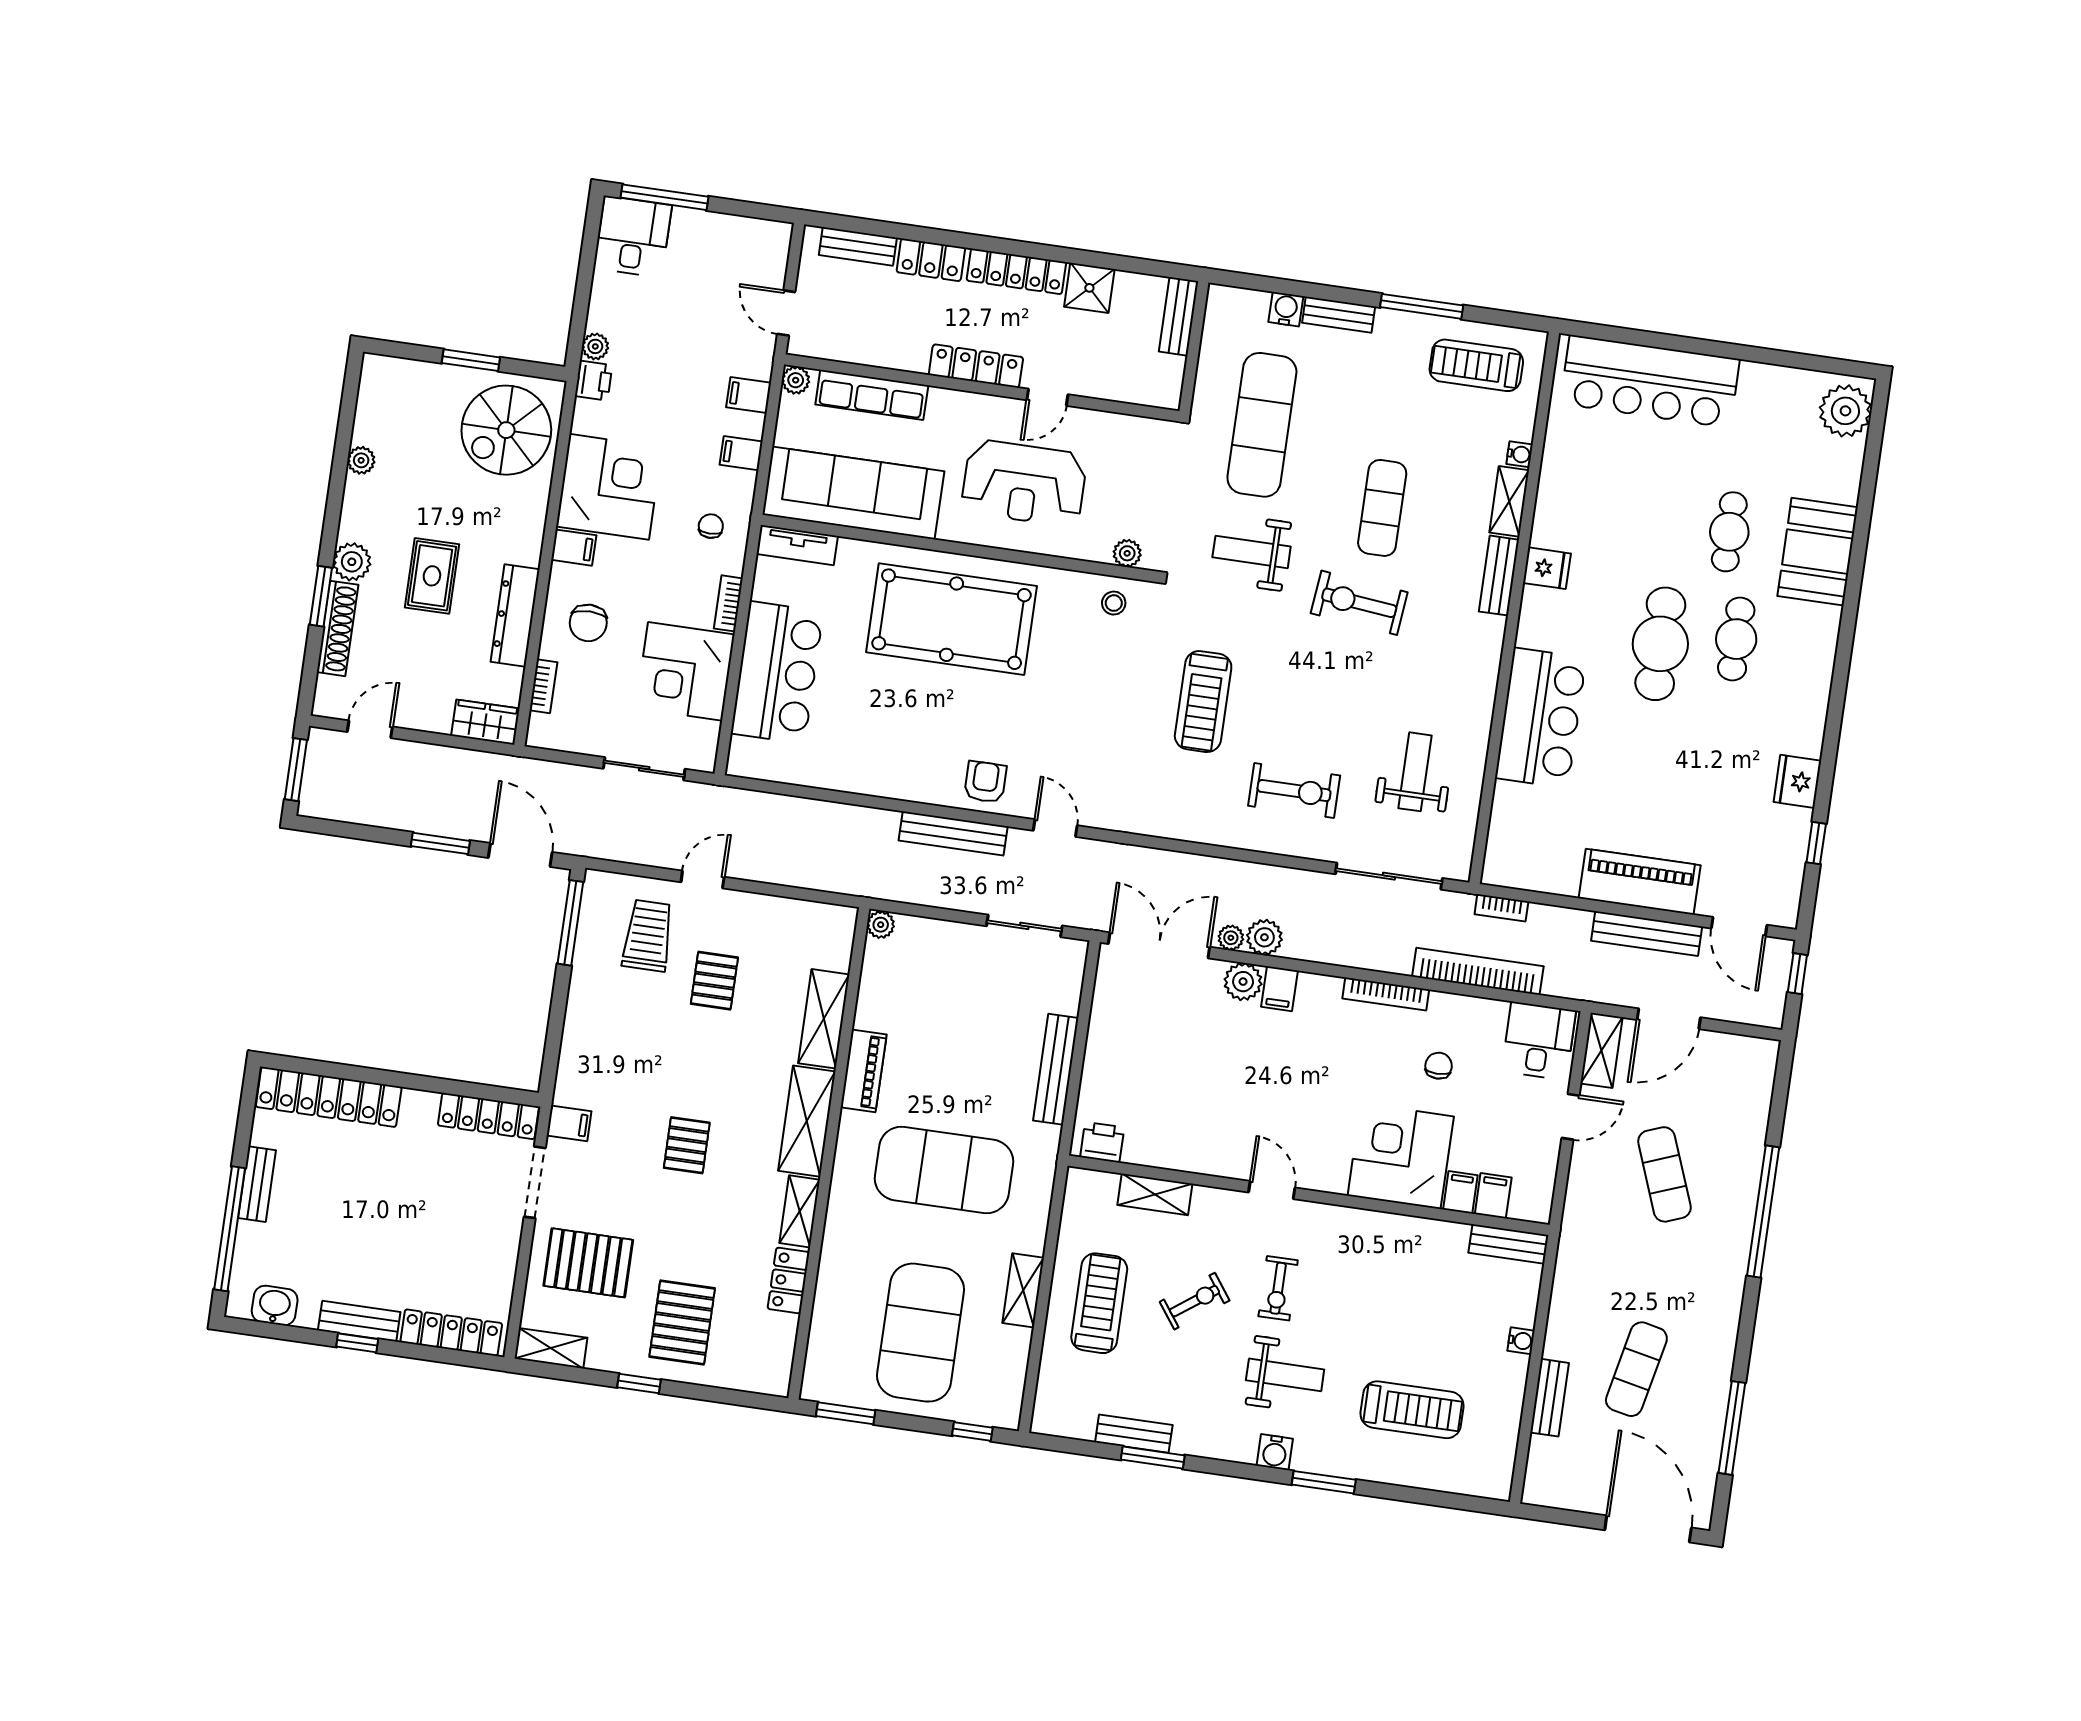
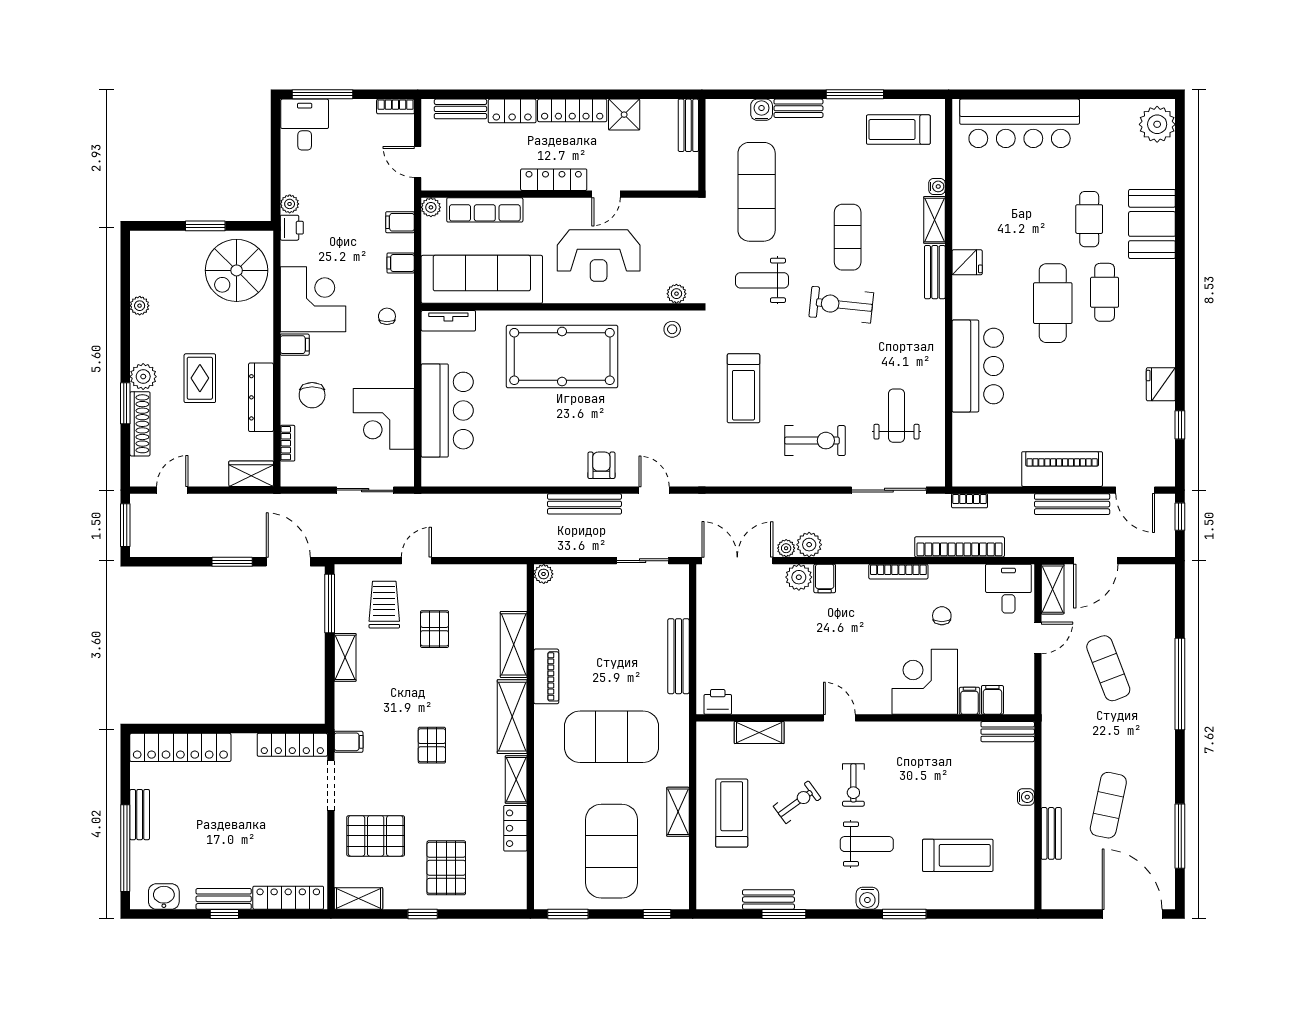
bookcase: (728, 603) -> (395, 106), moved, turned -90
shelving: (581, 1003) -> (345, 657), added

